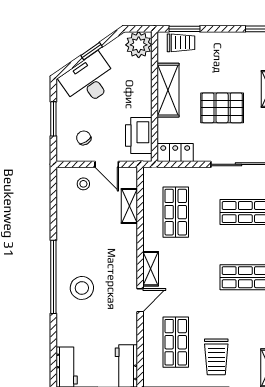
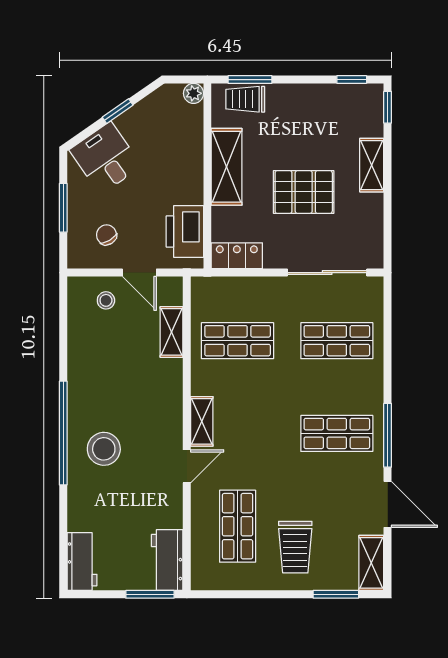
trolley: (181, 43) -> (245, 99), turned 180
plant: (139, 45) -> (194, 93), width x0.53, depth x0.53
desk: (89, 80) -> (106, 158), width x0.73
shop shelf: (176, 212) -> (238, 341), turned 90

